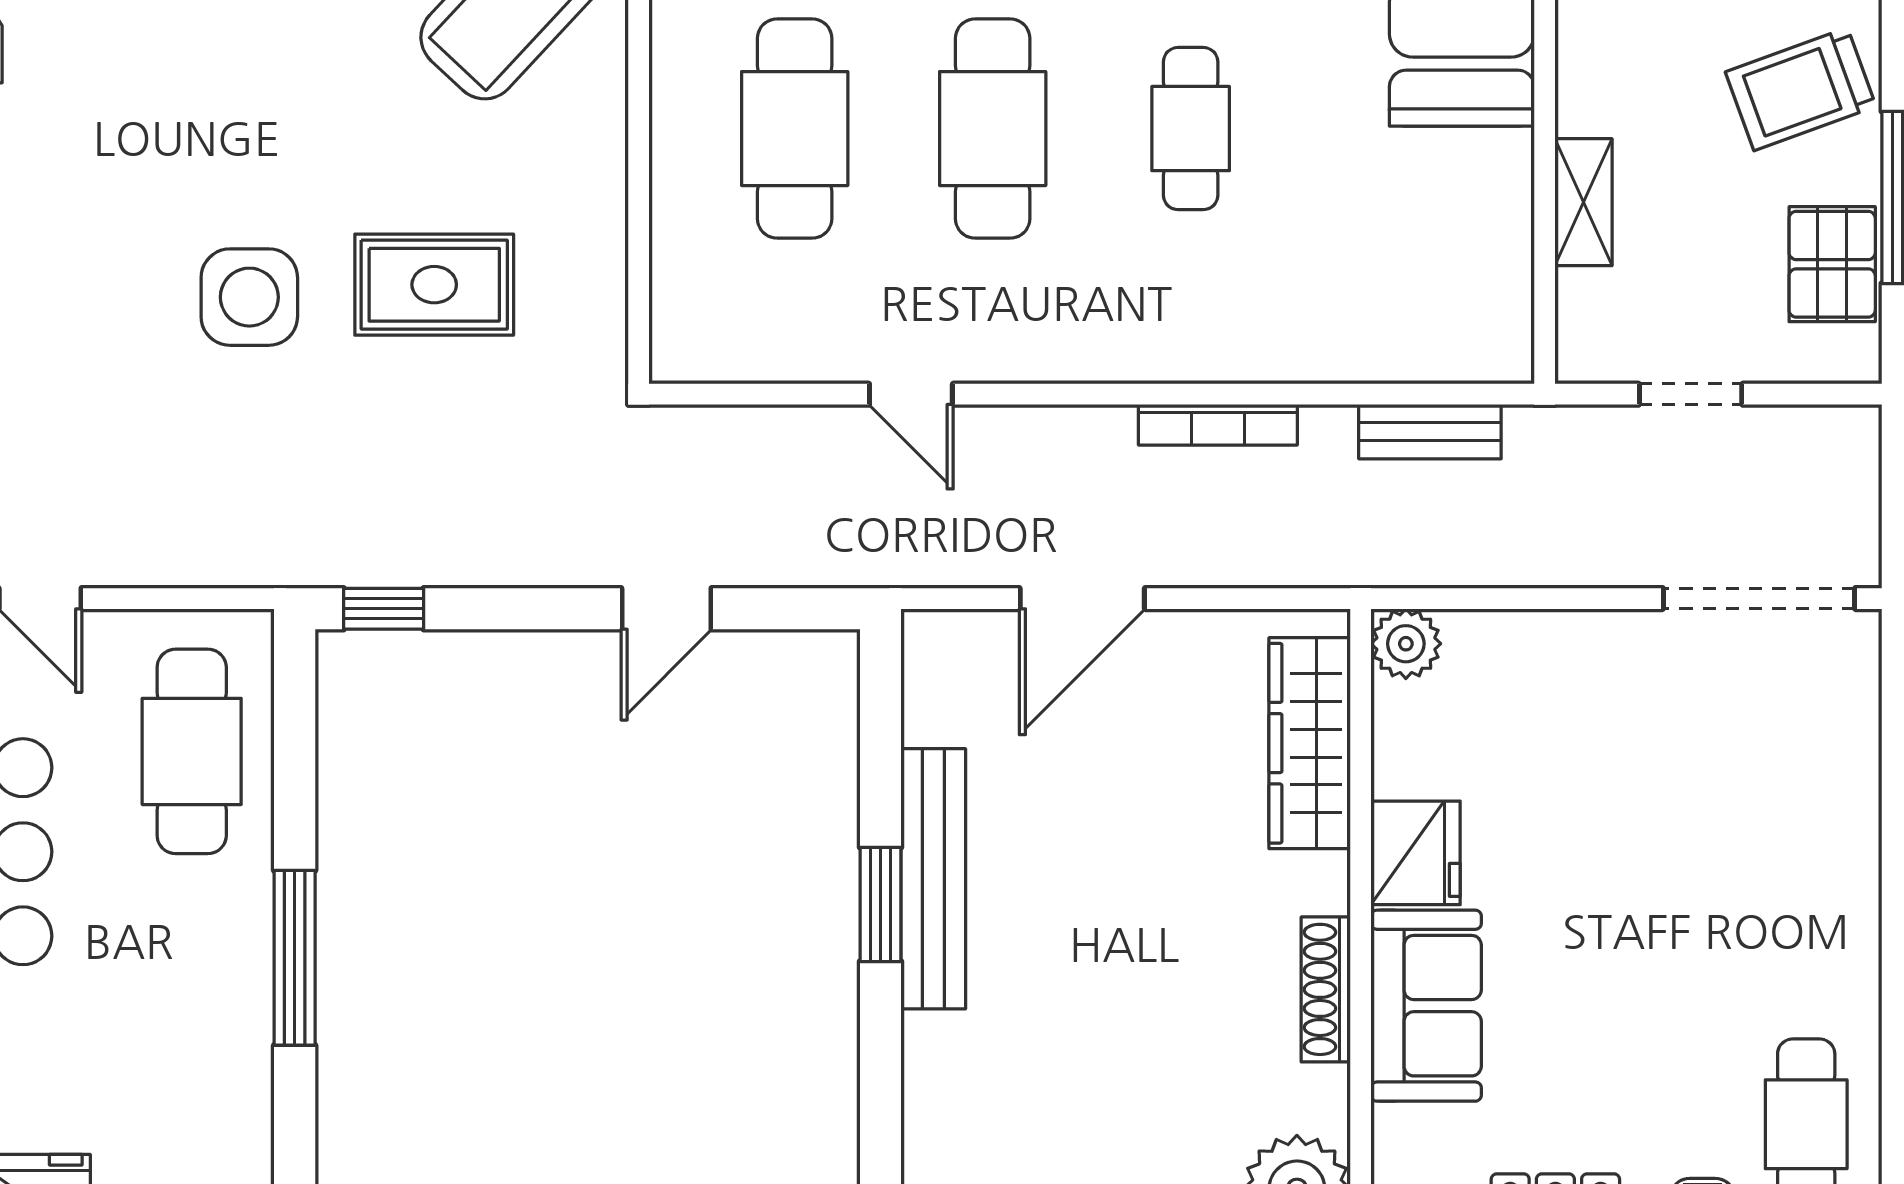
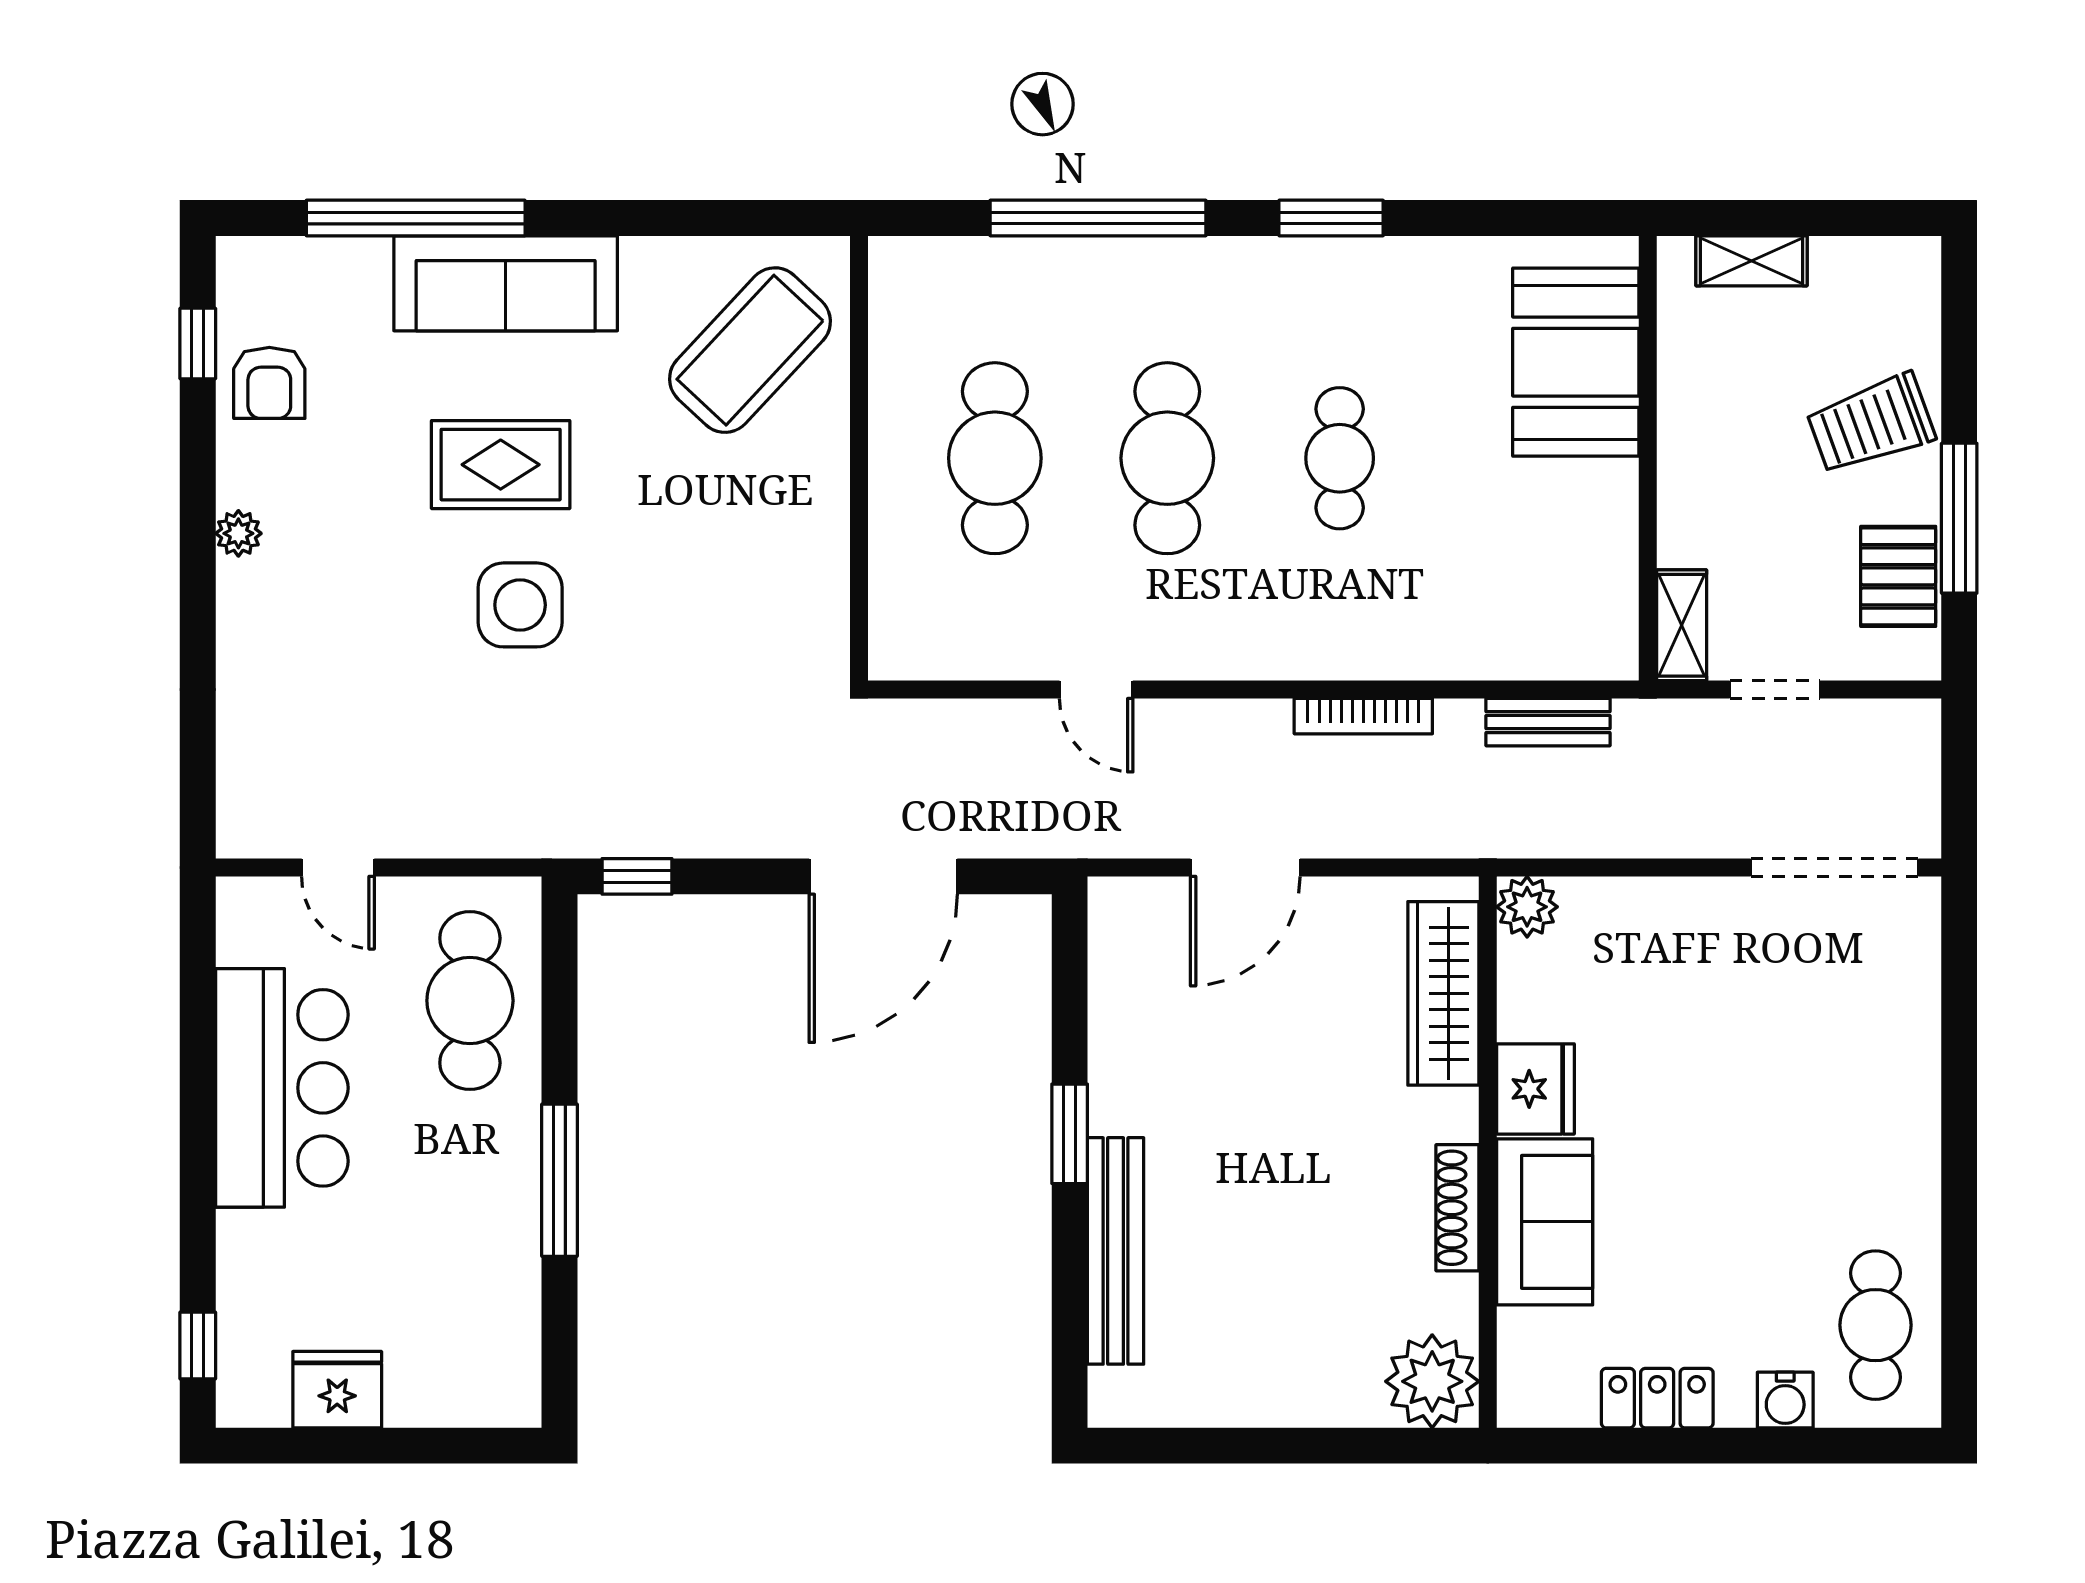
shelving: (1583, 202) -> (1682, 625), moved
rug: (434, 285) -> (501, 465), moved
door: (666, 609) -> (883, 876), width x1.87
bench: (933, 879) -> (1116, 1251), moved

